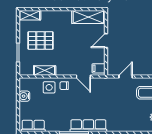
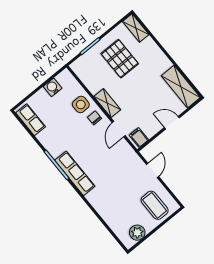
shelving: (45, 70) -> (107, 103), moved
door: (126, 76) -> (153, 170), hinge flipped

